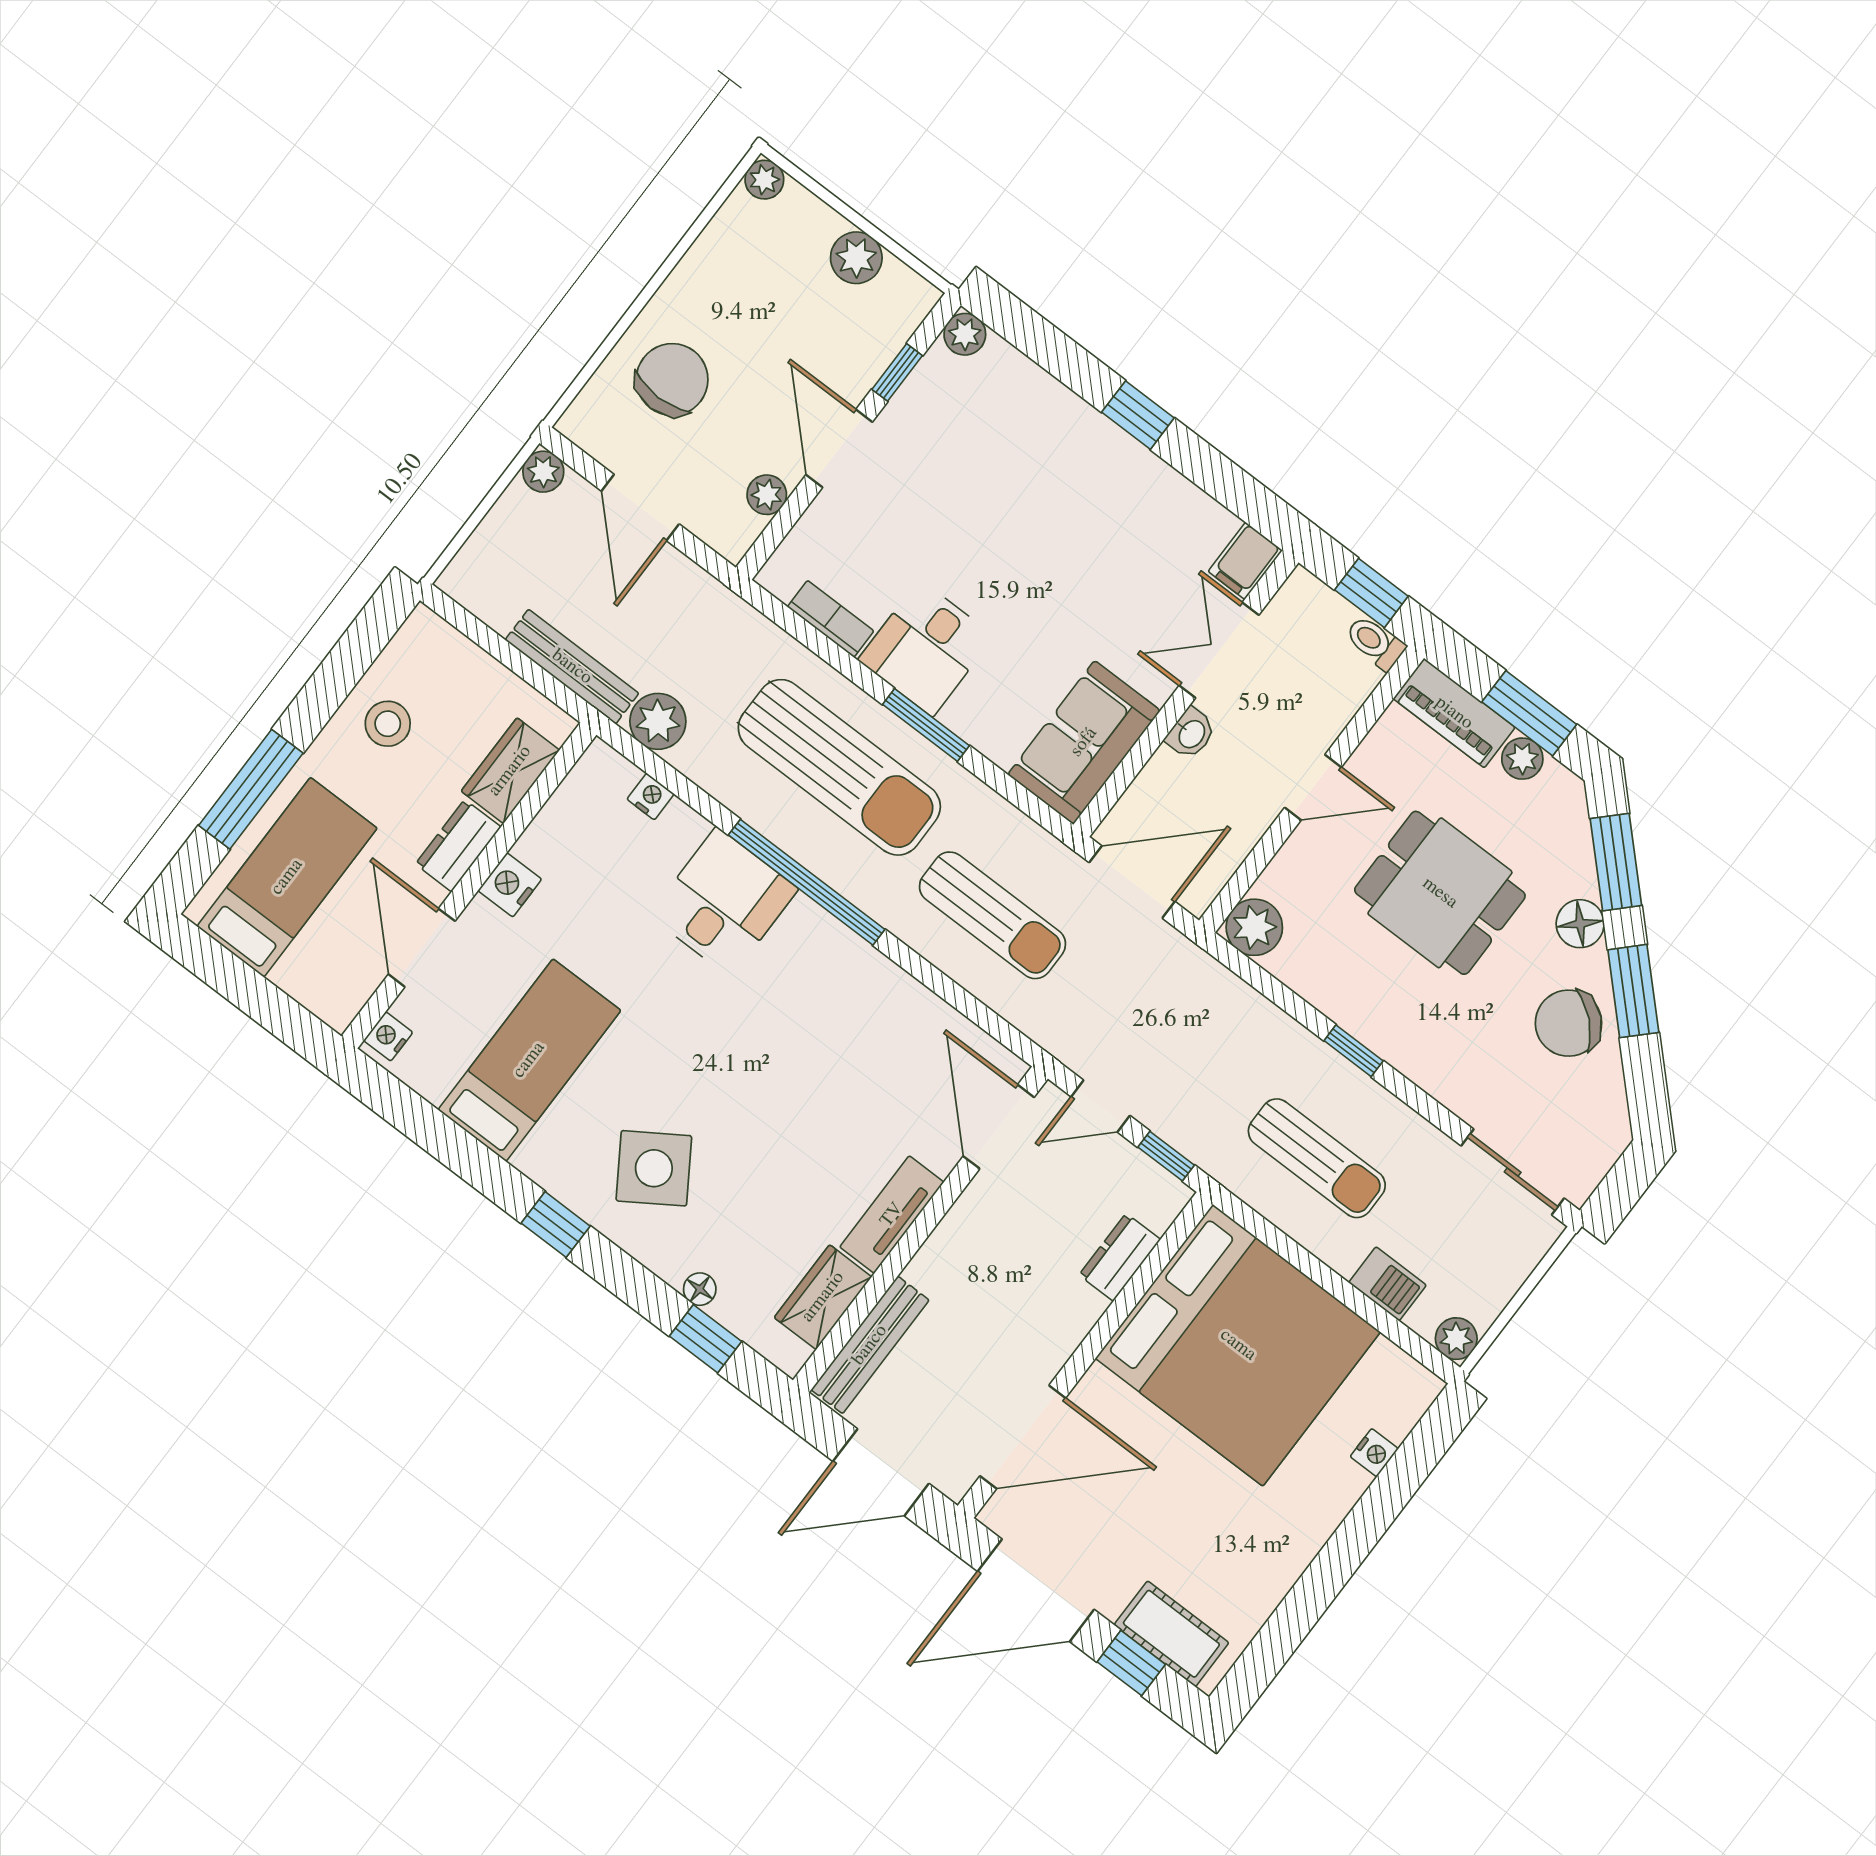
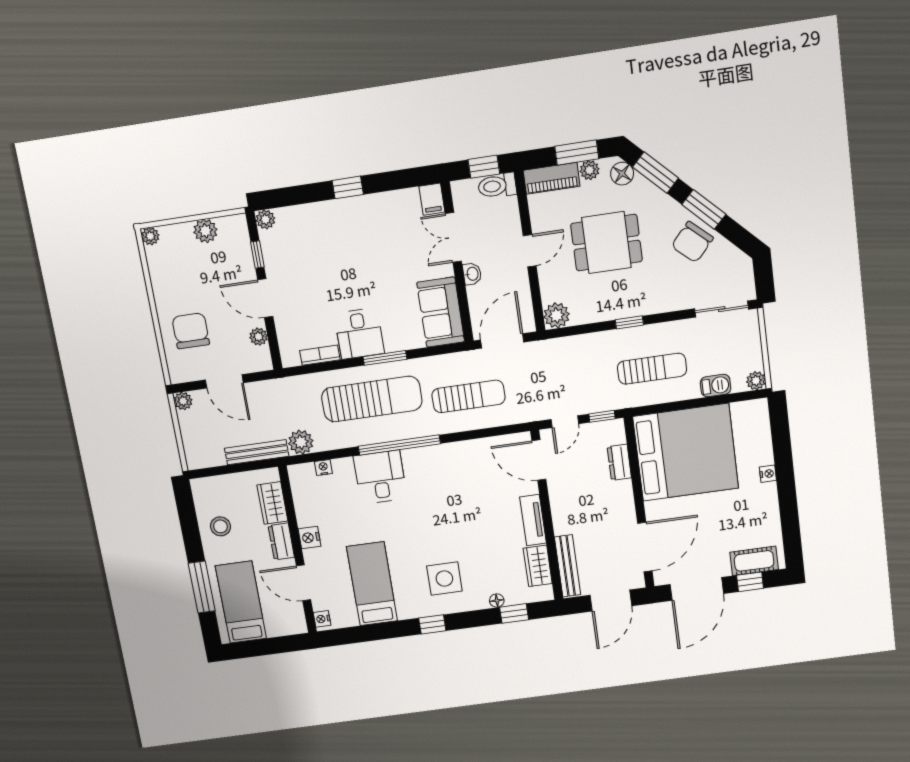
toilet: (1375, 643) -> (497, 186), width x1.37, depth x1.39
floor lamp: (1580, 924) -> (622, 174), moved
side table: (654, 1168) -> (444, 579), turned 33
nightstand: (1374, 1453) -> (768, 474), moved

